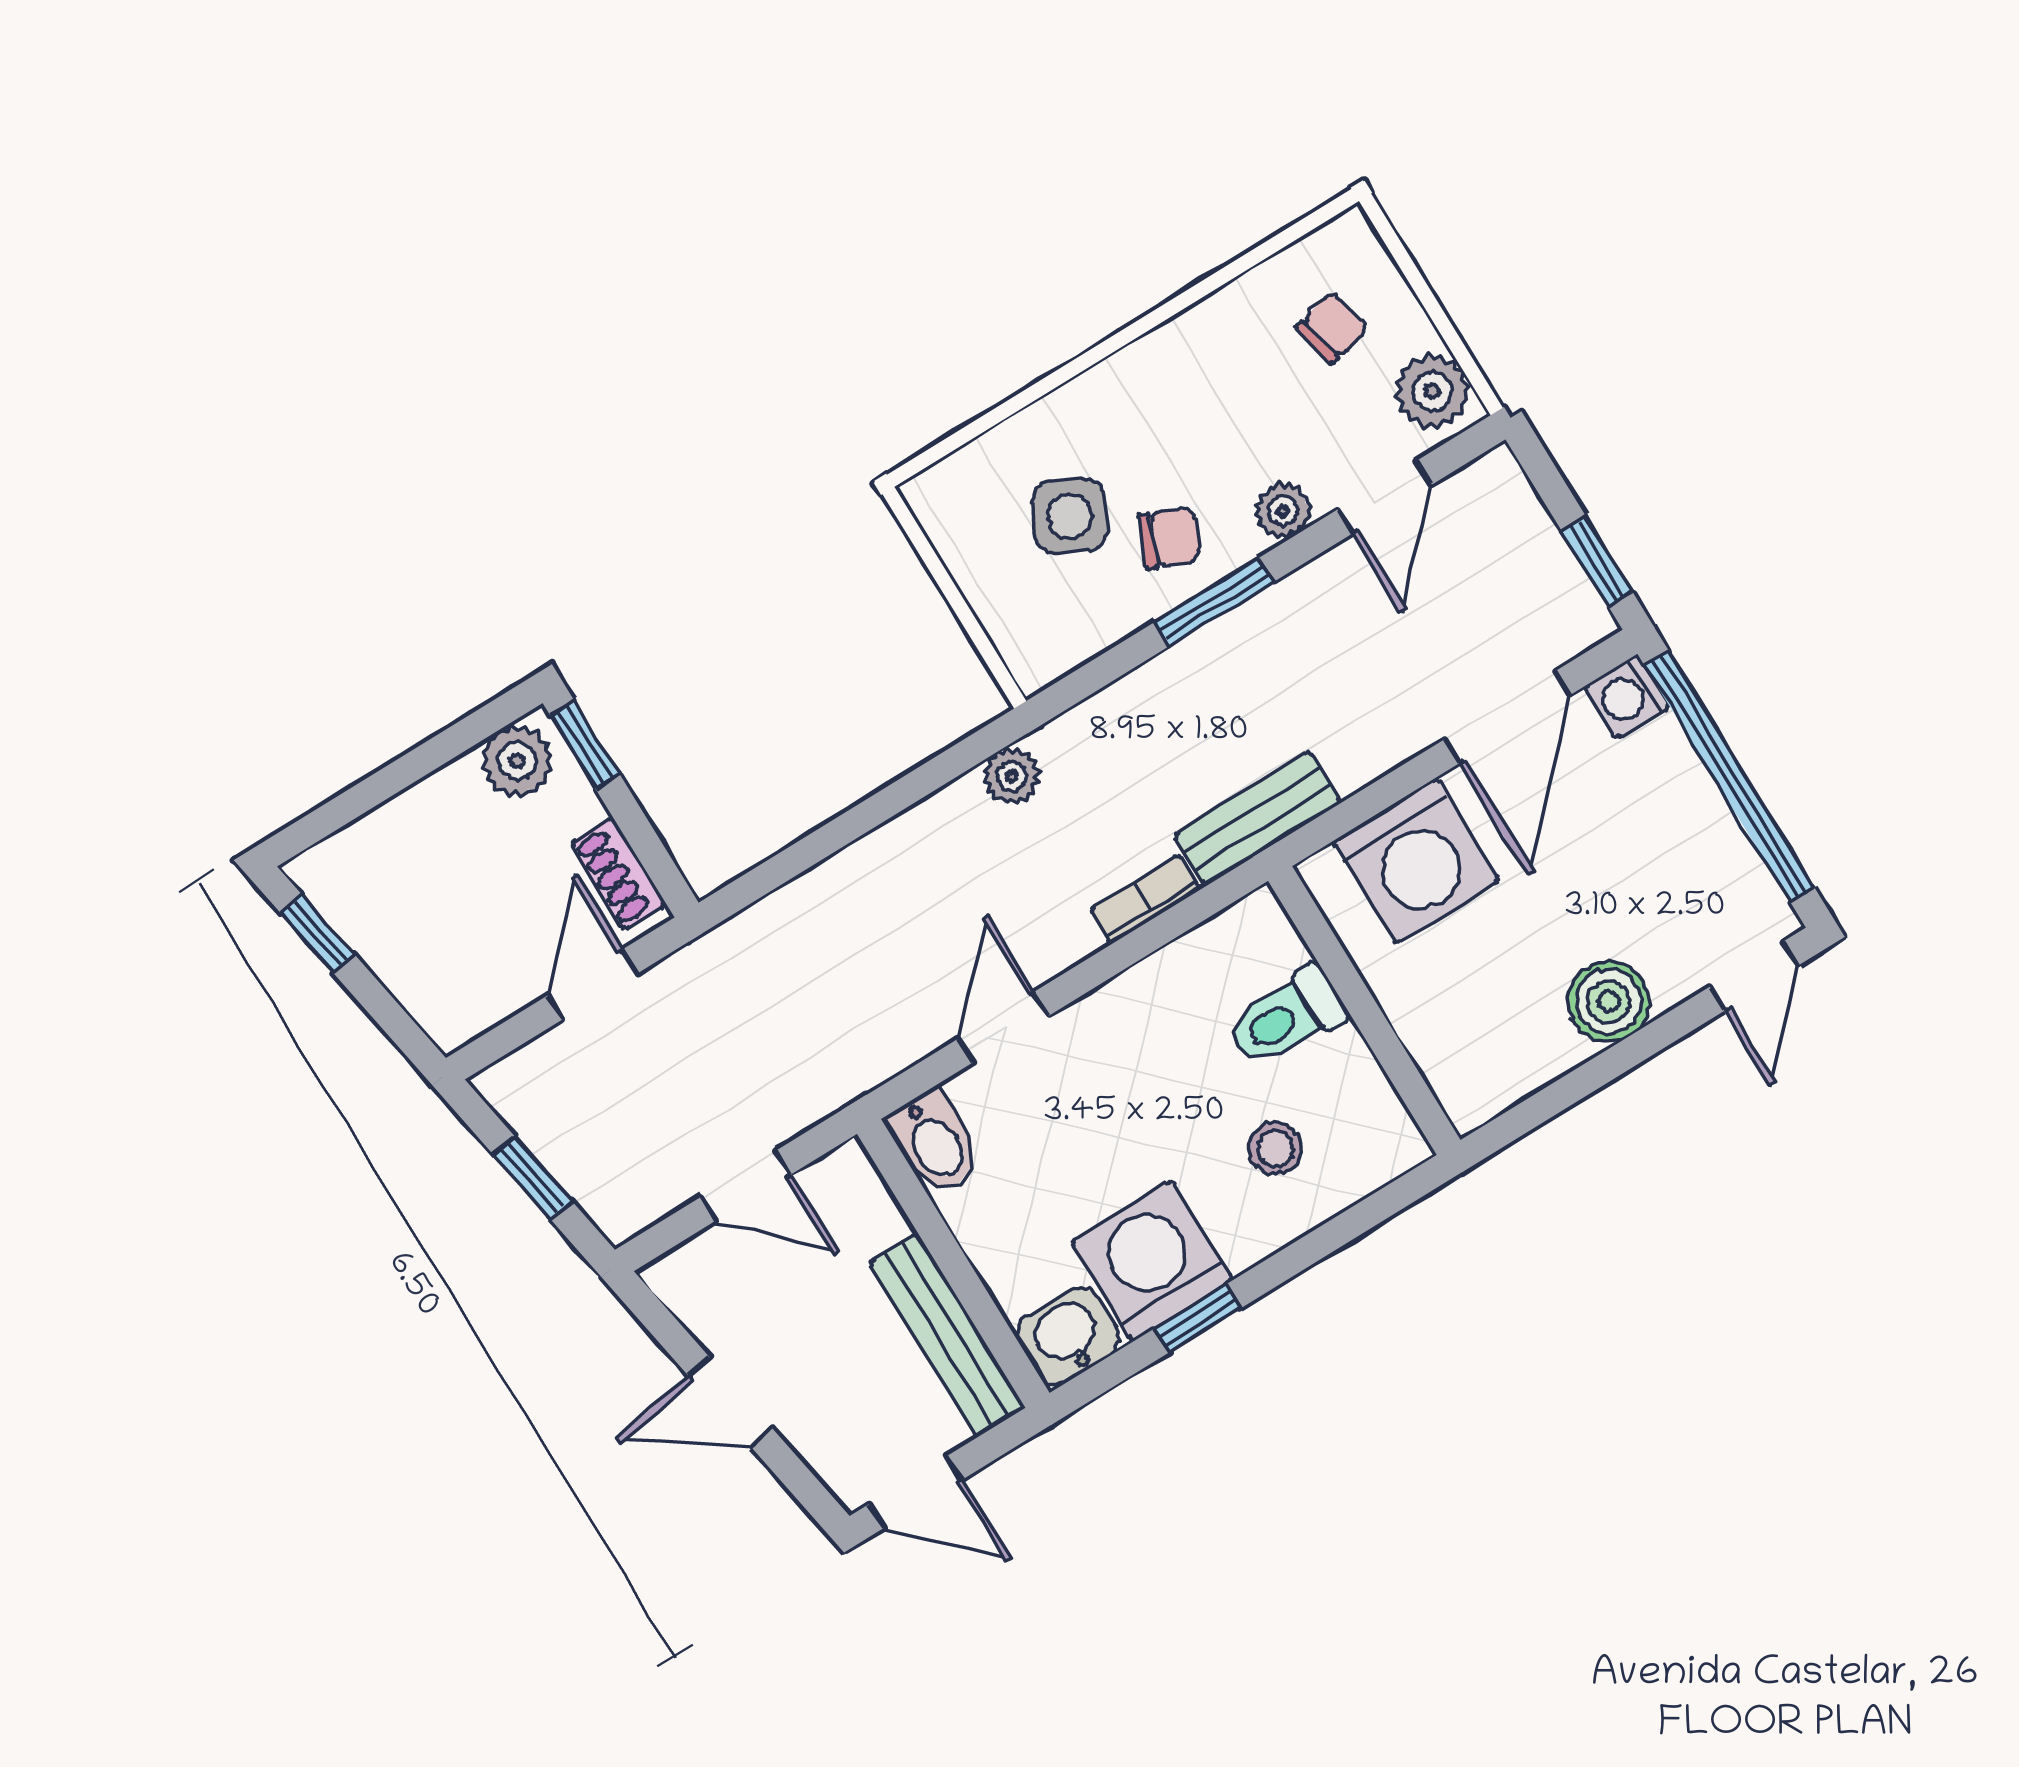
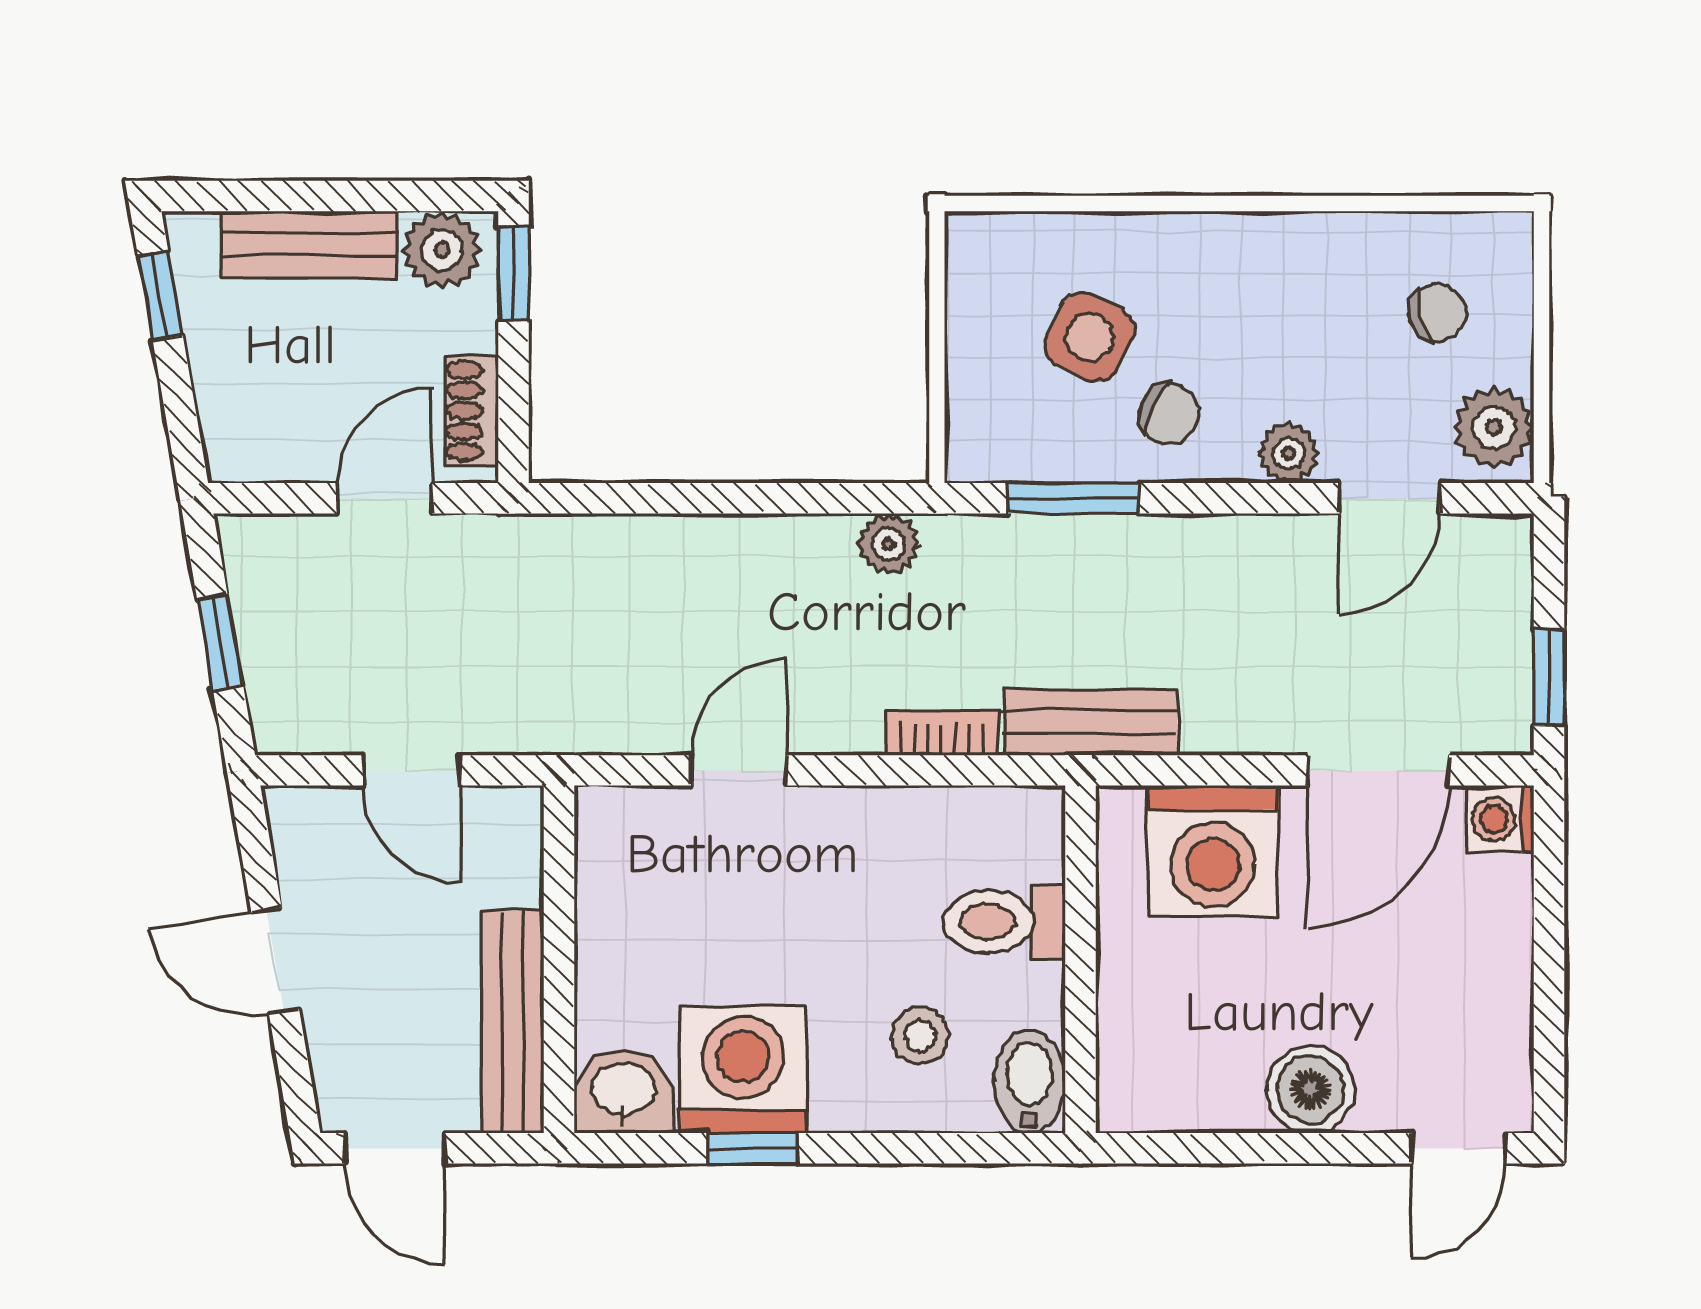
window: (1214, 602) -> (1074, 498), moved
window: (1730, 777) -> (1549, 951), removed
bench: (410, 821) -> (309, 245), added
bidet: (934, 1142) -> (1030, 1082), moved, turned 180

